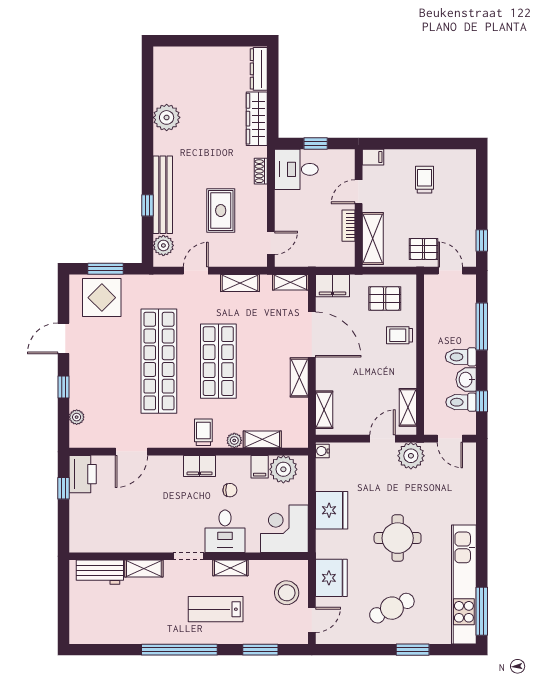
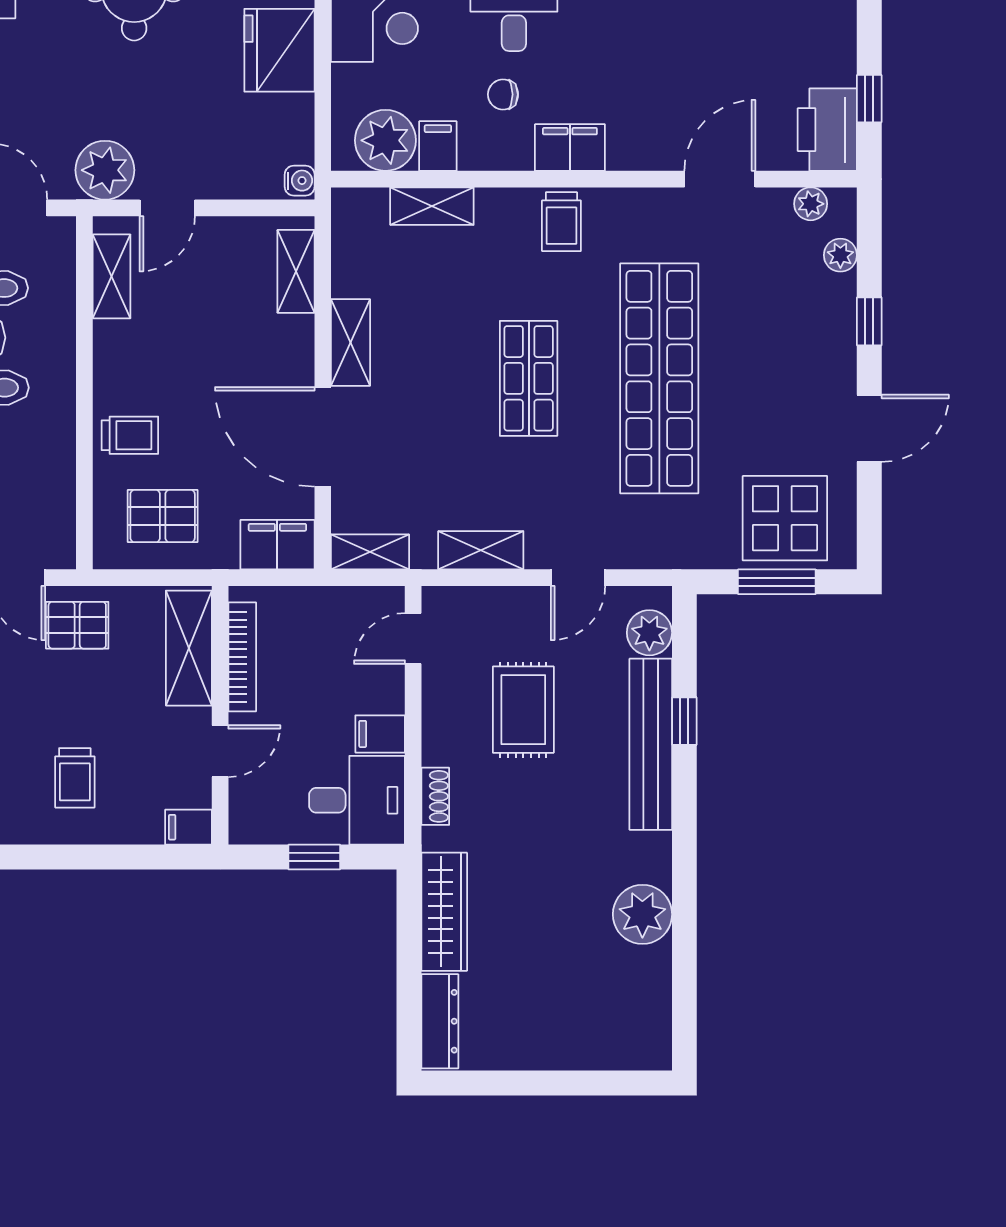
filing cabinet: (286, 199) -> (380, 734), added
bookcase: (348, 226) -> (242, 657), width x1.56
shop shelf: (218, 361) -> (529, 378), width x0.70, depth x0.74
plant: (234, 440) -> (811, 204), moved

